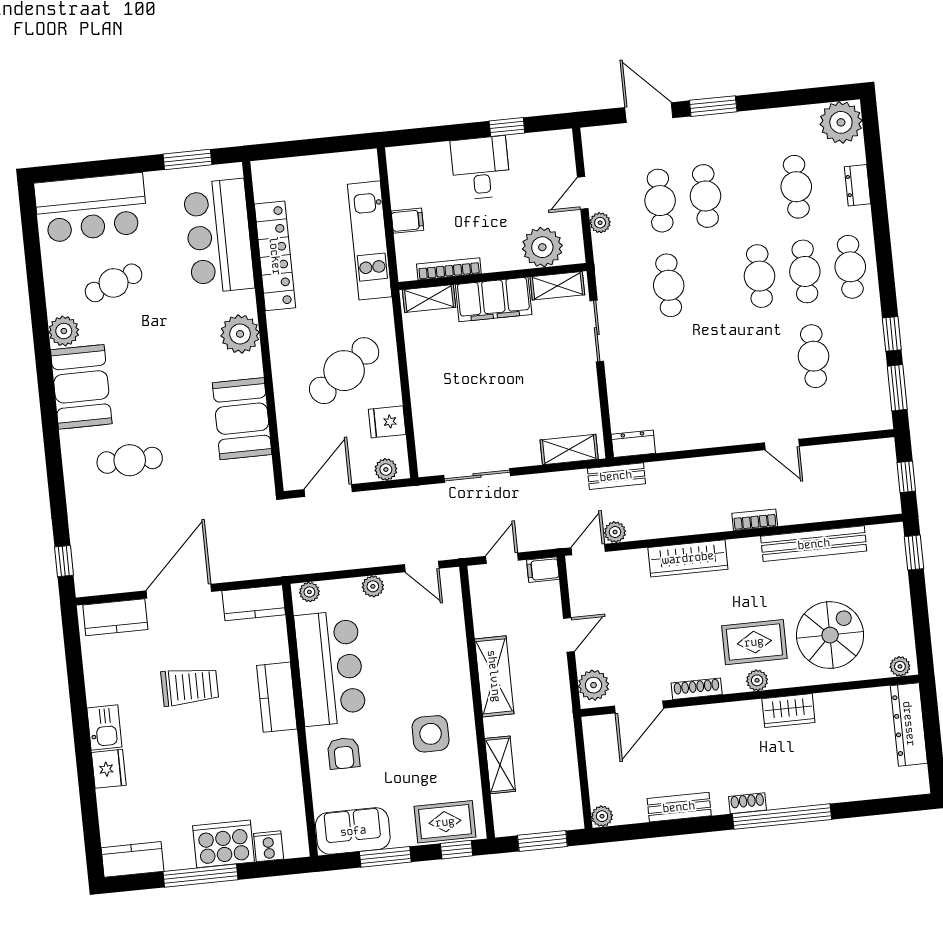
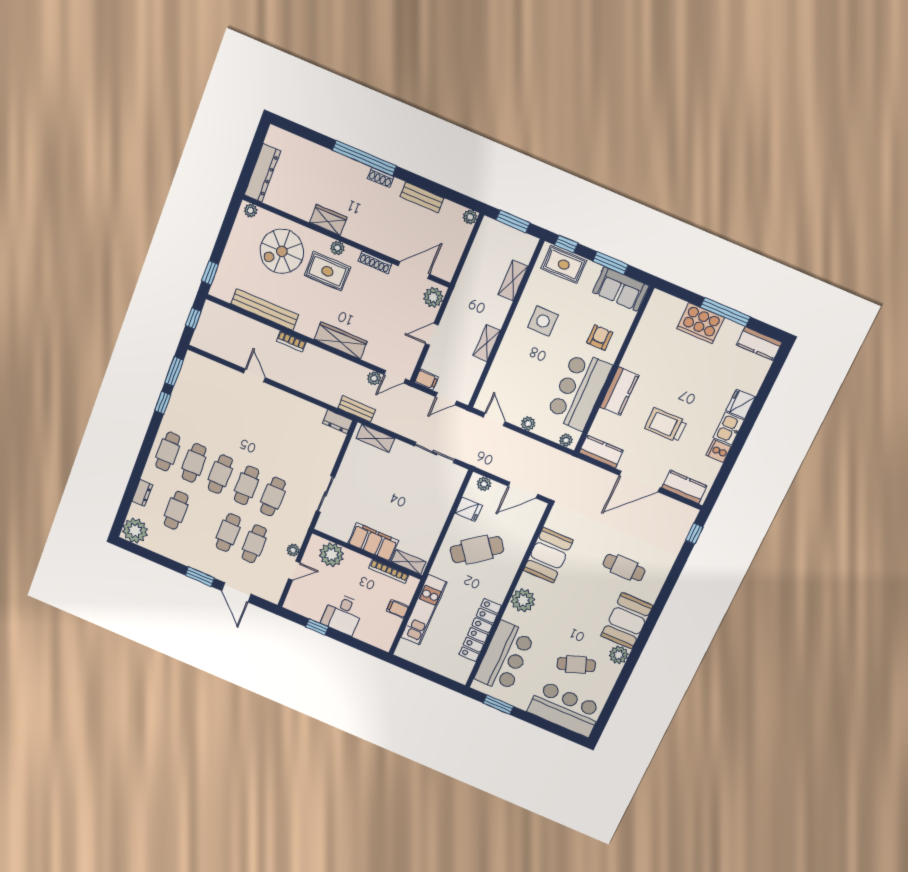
shelving: (557, 286) -> (334, 530), removed
cafe table: (813, 356) -> (247, 485), moved
shelving: (494, 676) -> (487, 343), width x0.67, depth x0.75
cooker: (269, 846) -> (719, 451), moved, turned 90

